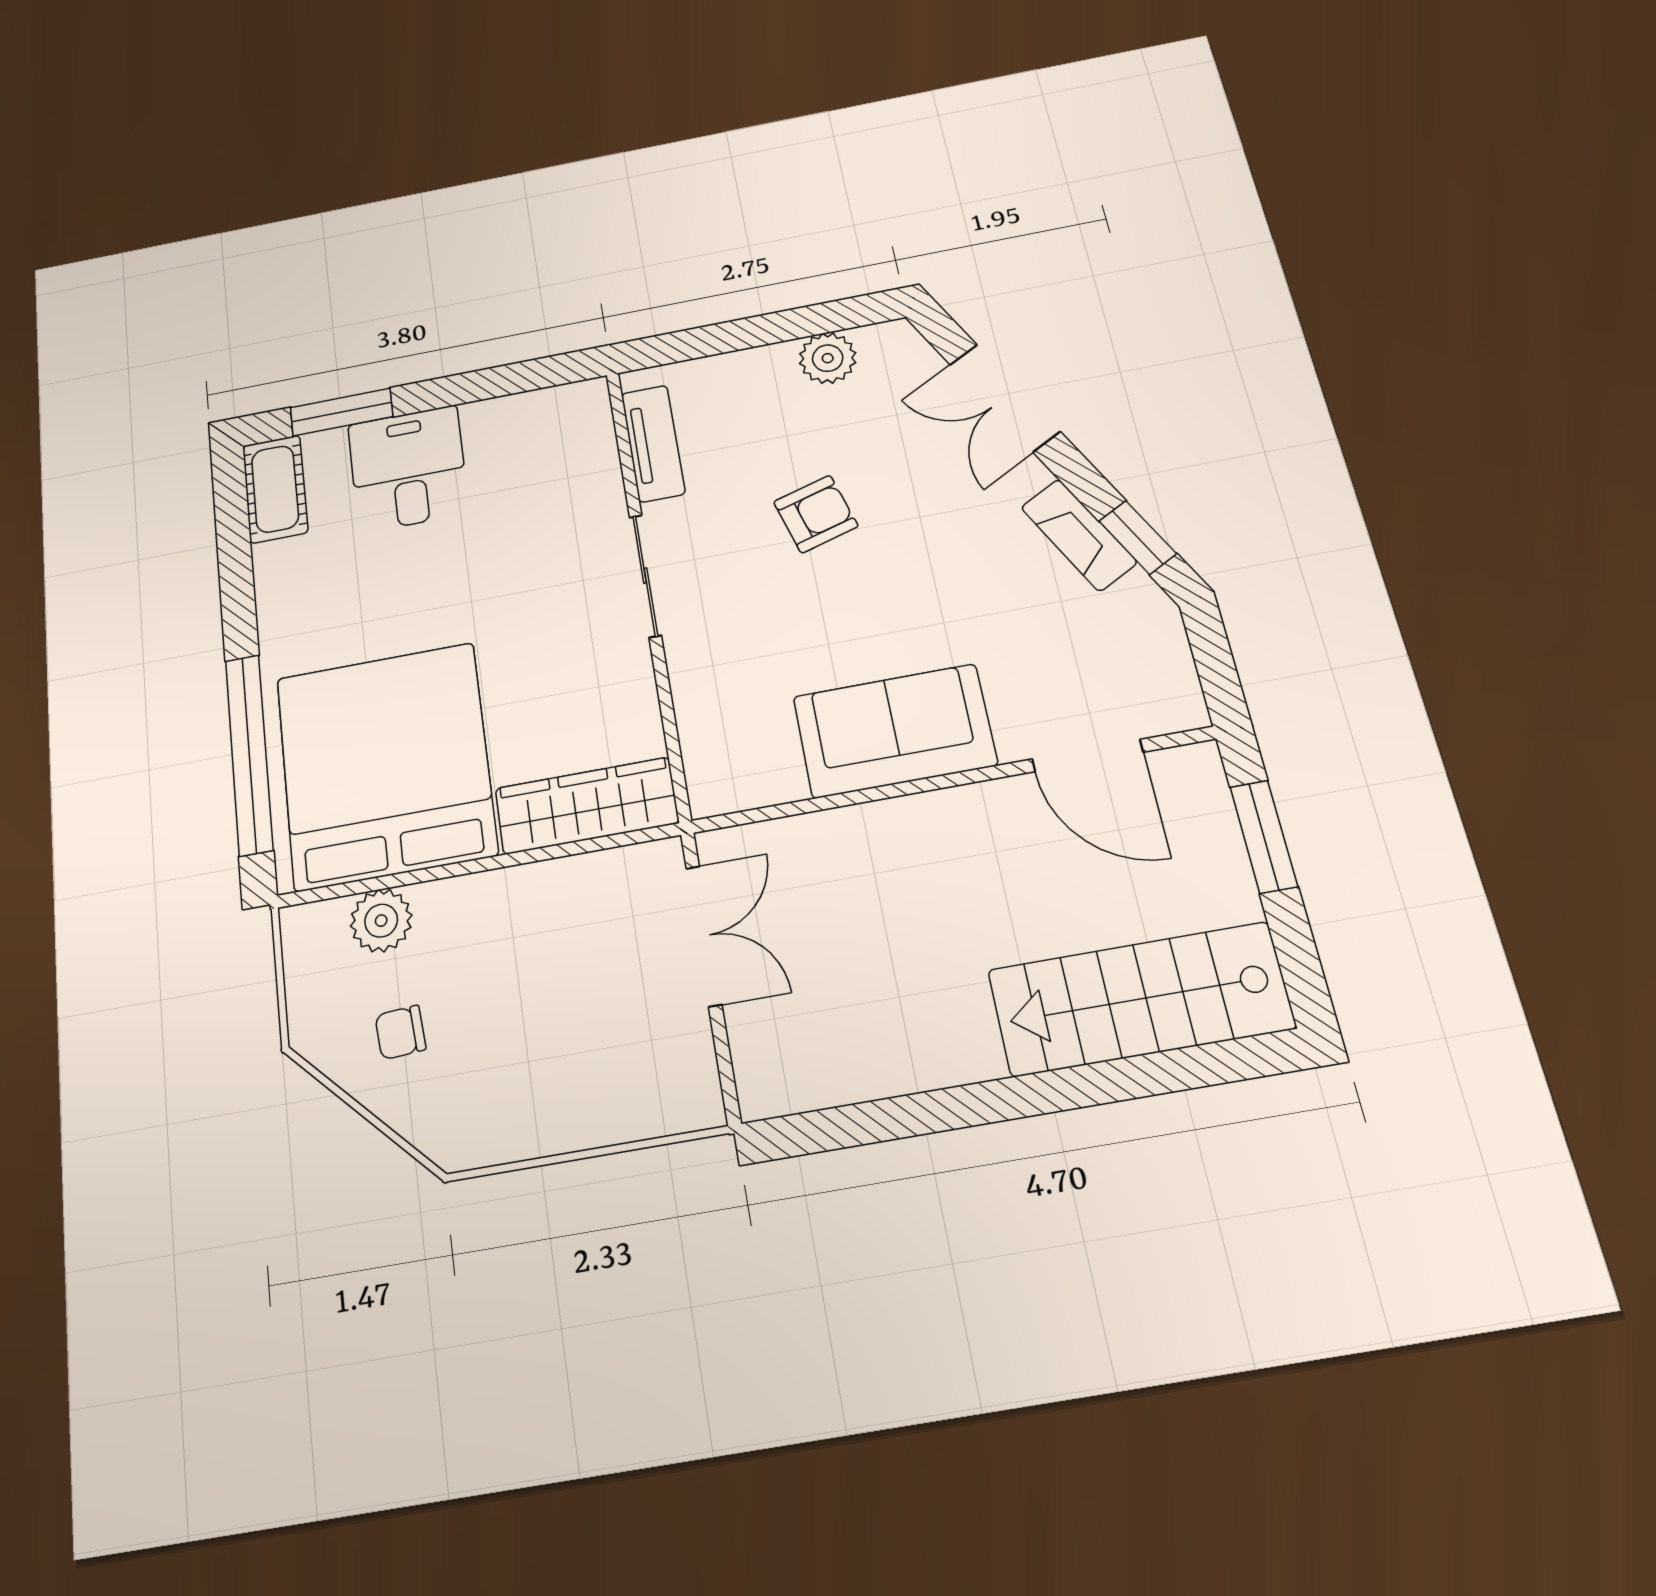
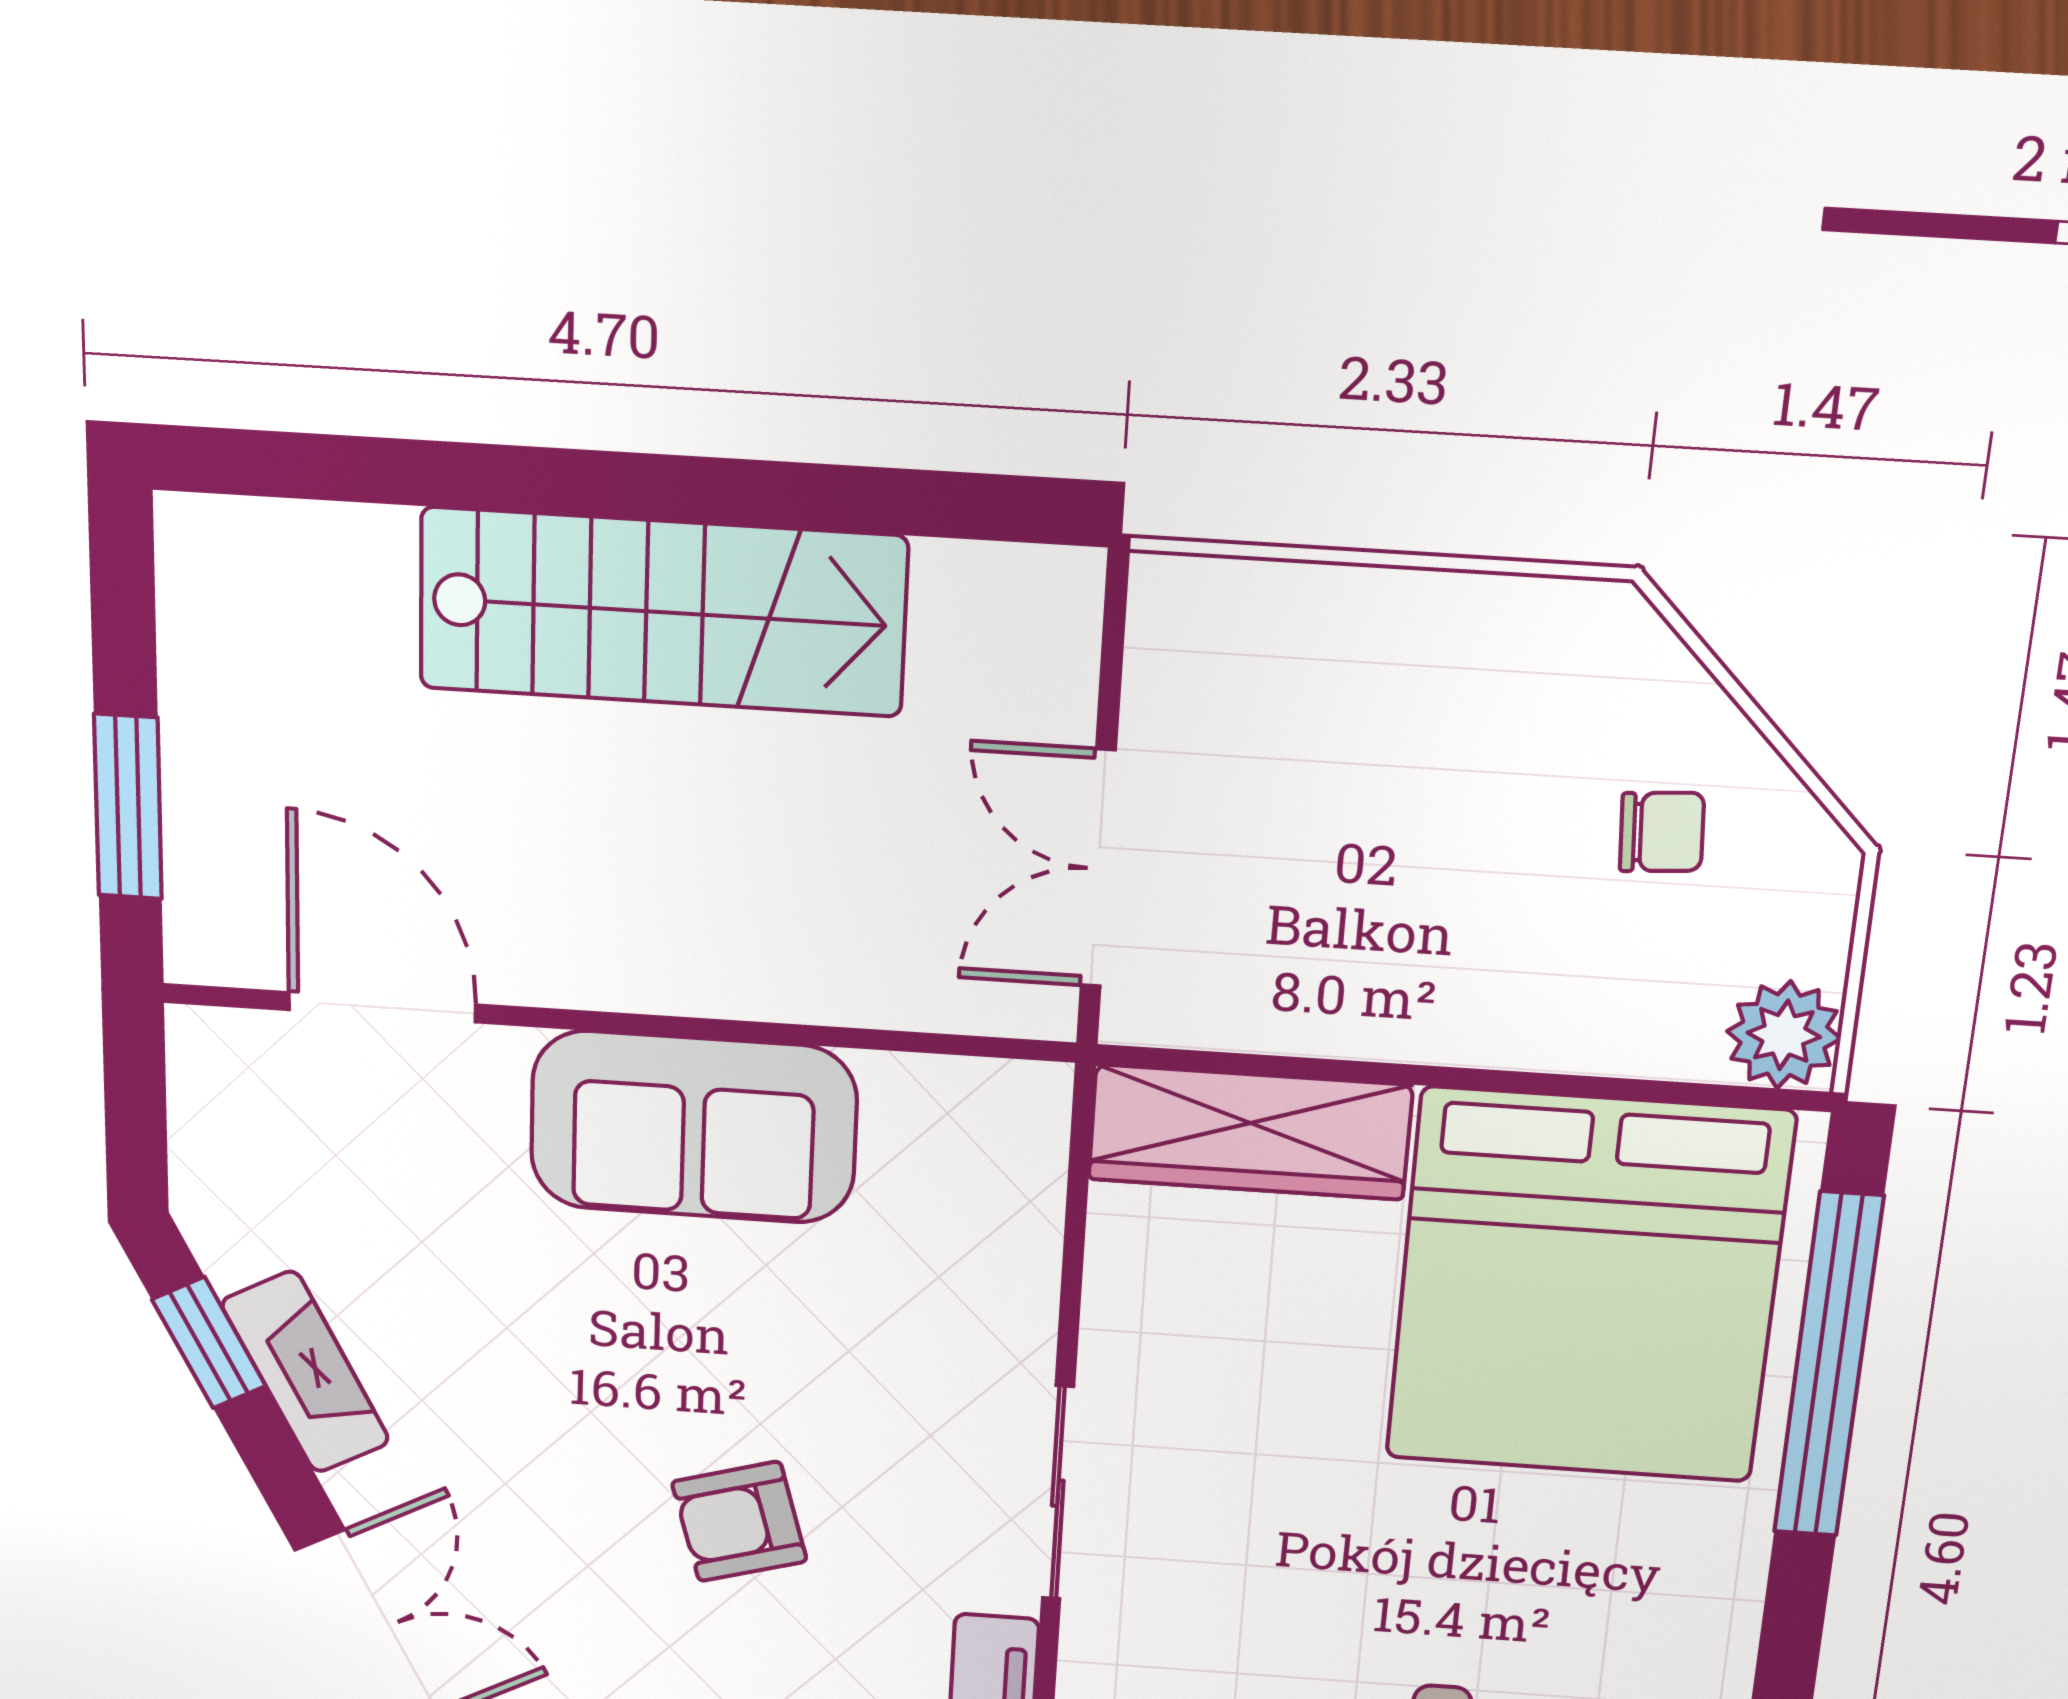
plant: (381, 921) -> (1784, 1035), moved
stairs: (1140, 999) -> (662, 612), moved

